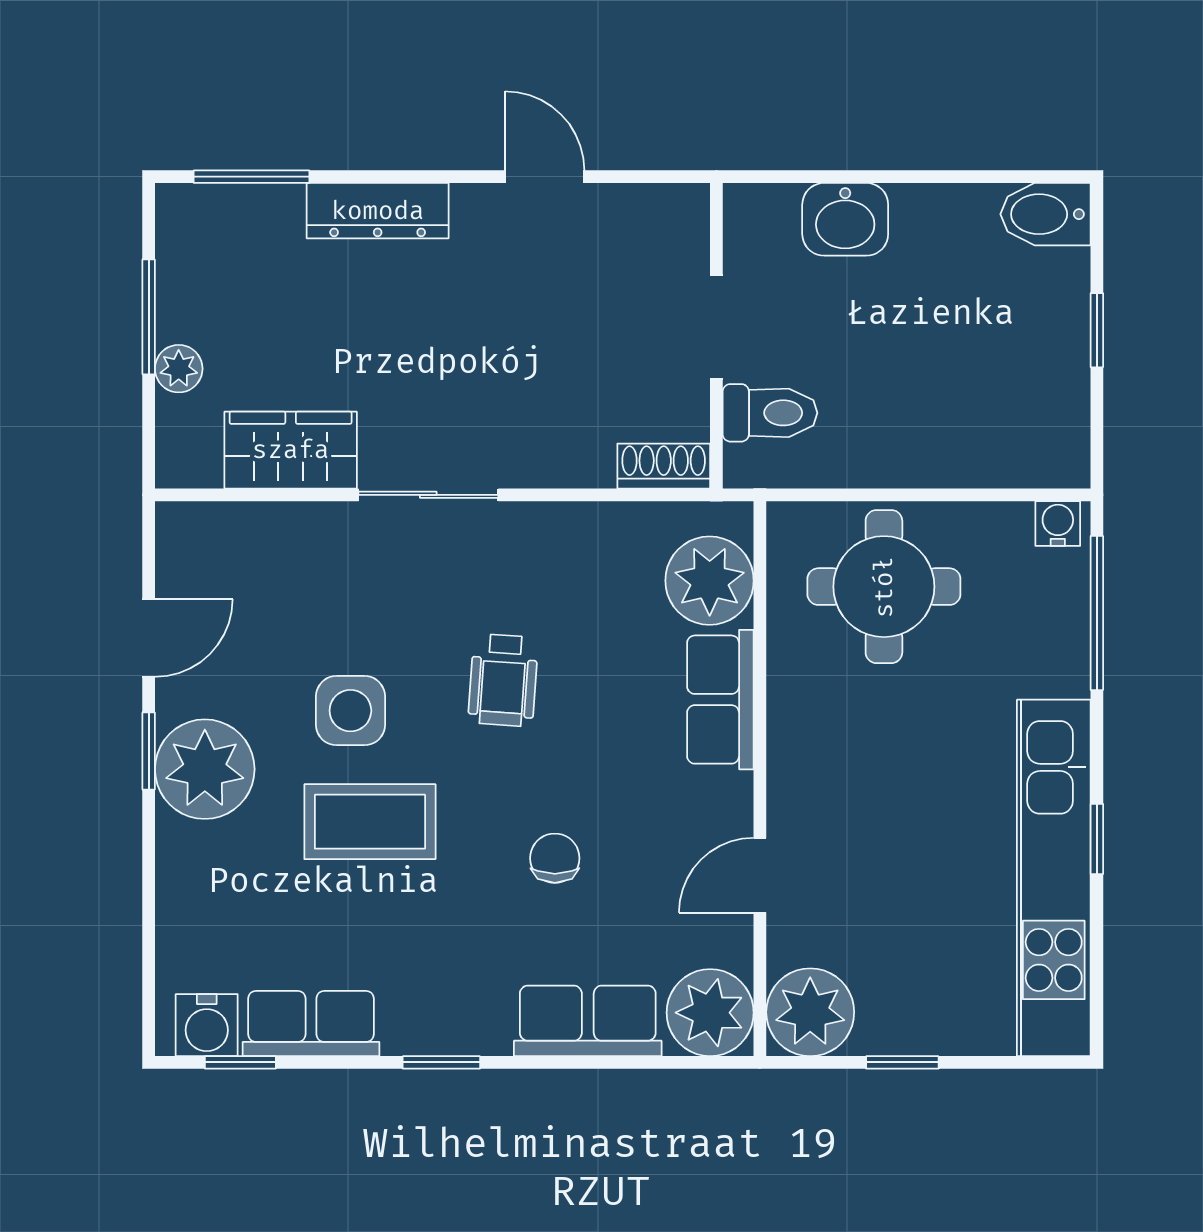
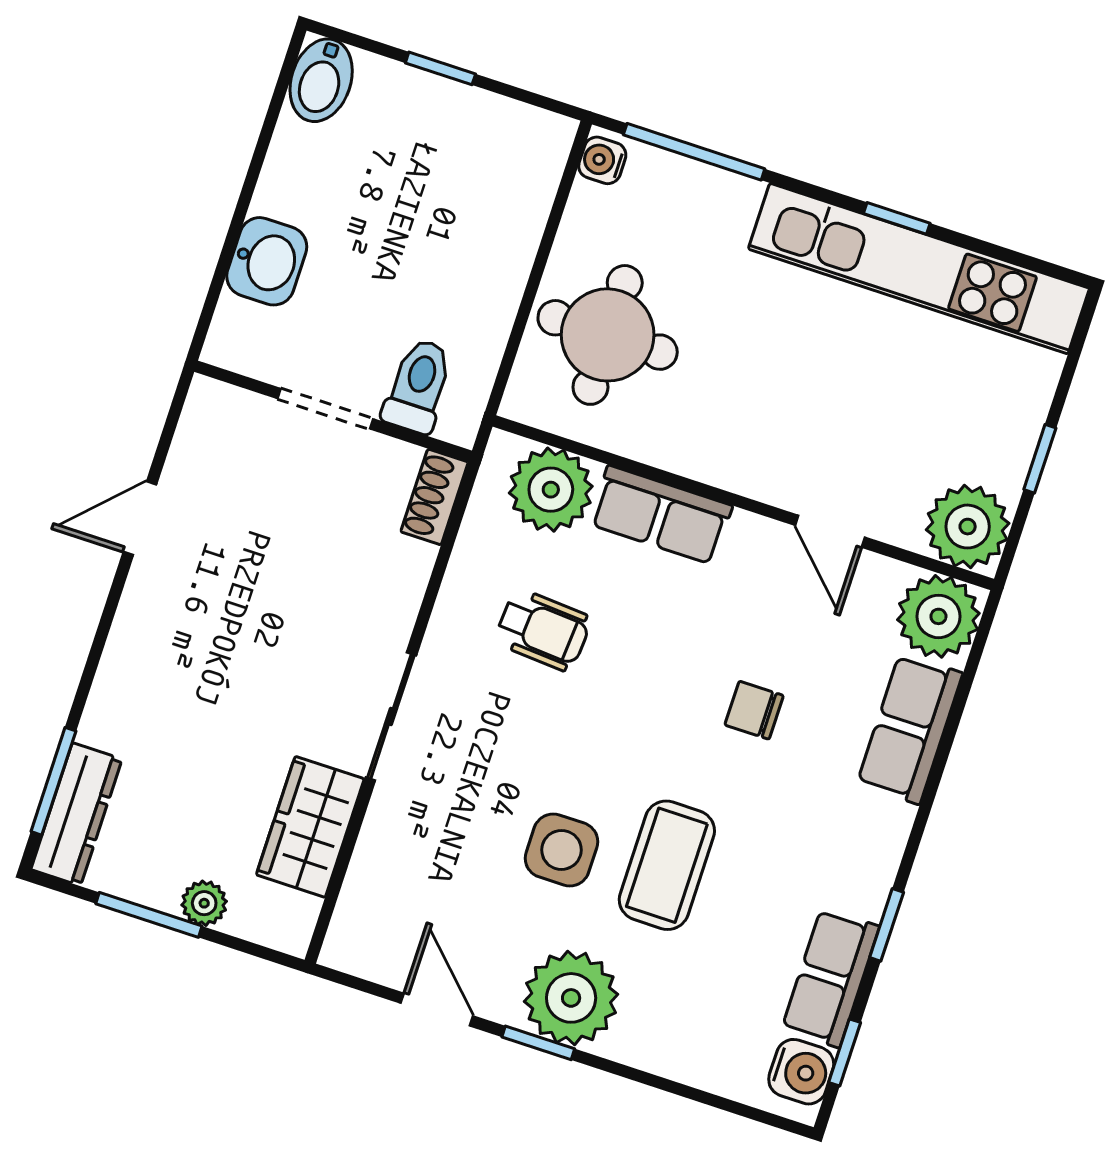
dresser: (378, 211) -> (76, 814), moved
wheelchair: (503, 680) -> (543, 630), moved
window: (441, 1062) -> (887, 925), moved

